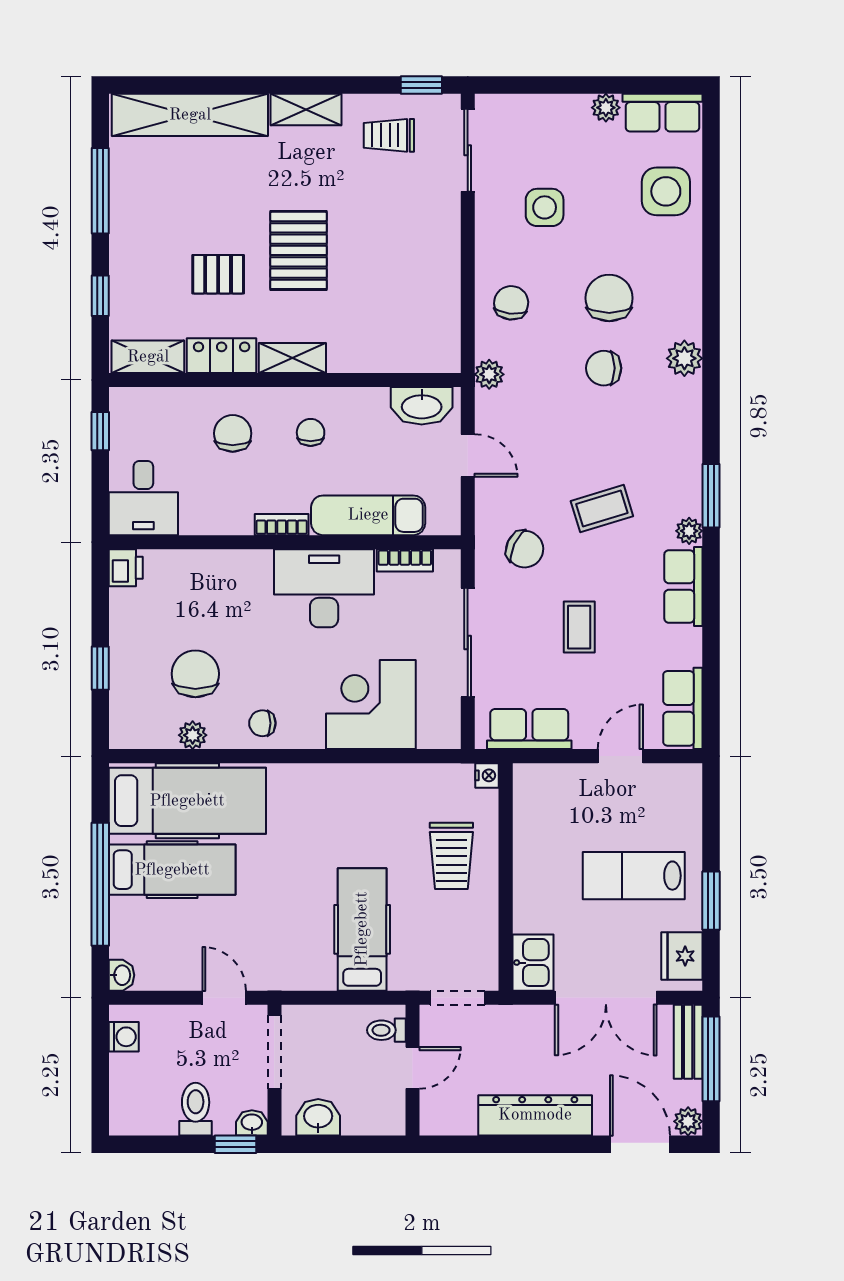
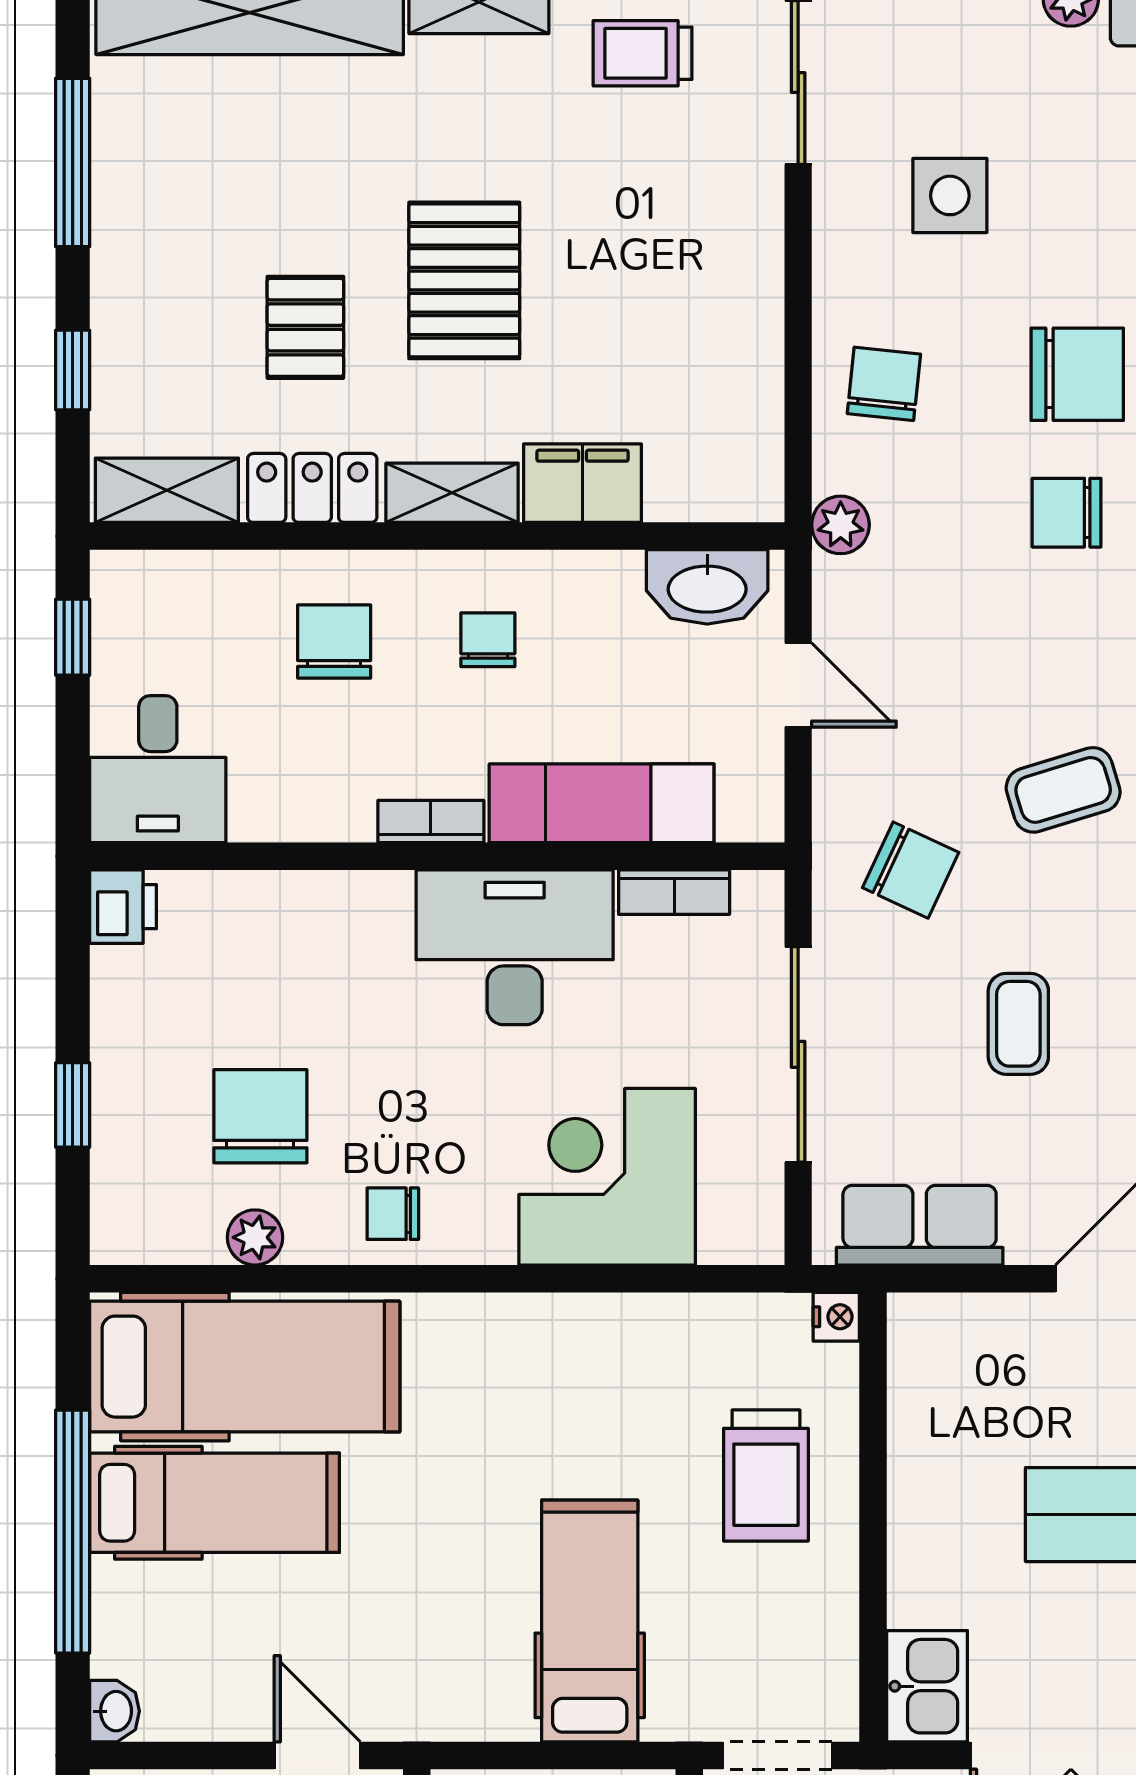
pallet: (218, 274) -> (305, 327), turned 90
chair: (609, 298) -> (1077, 374), turned 90
filing cabinet: (358, 353) -> (583, 483), added

